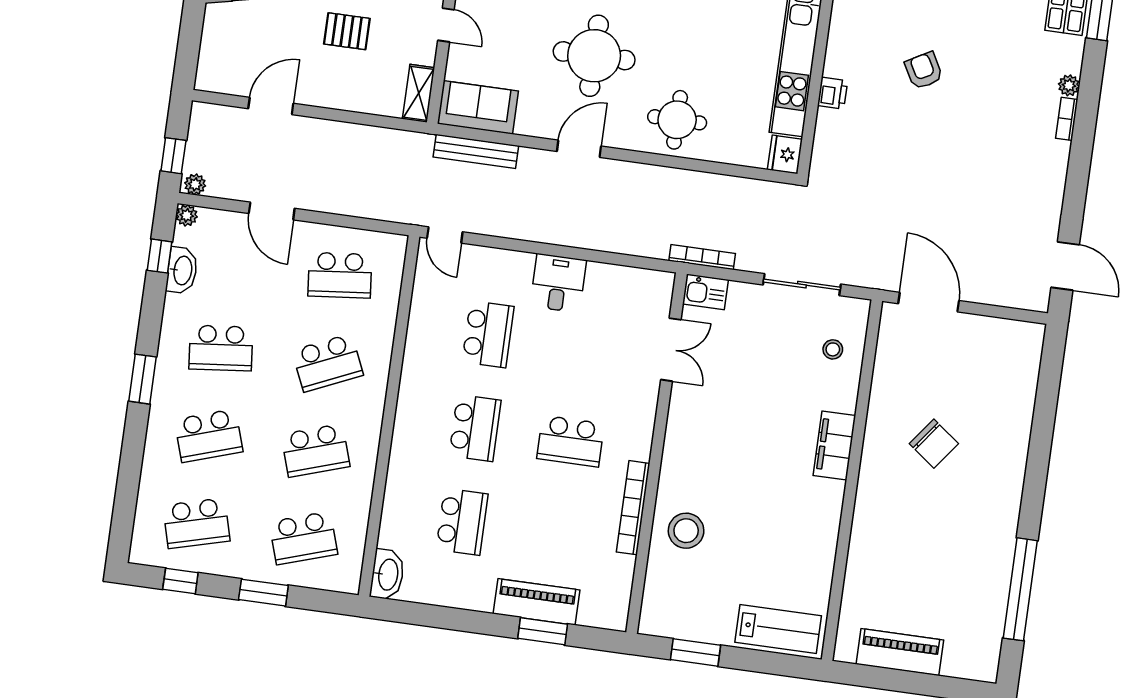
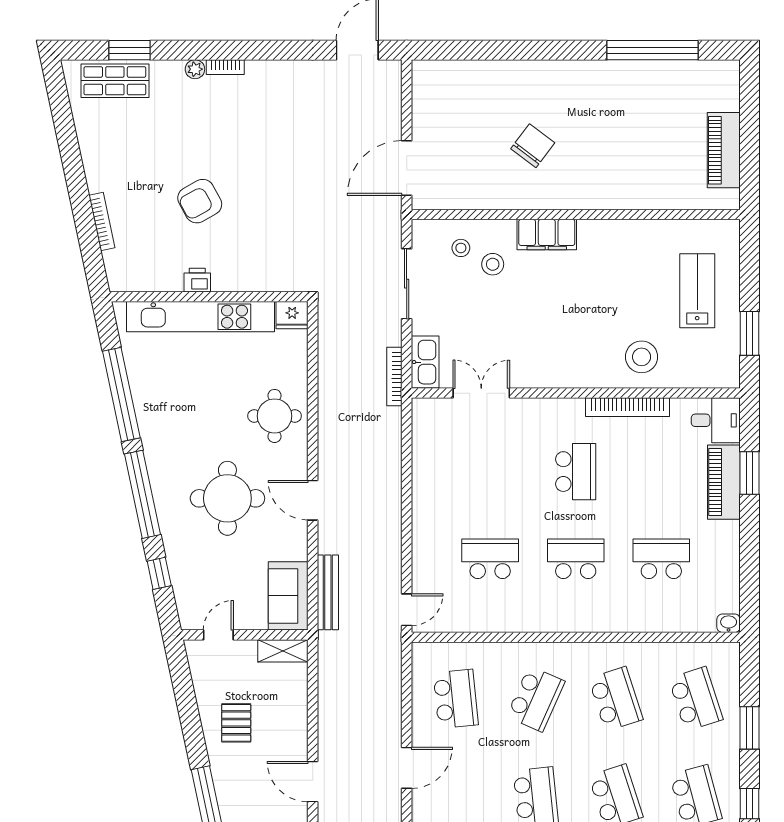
armchair: (924, 71) -> (200, 201), width x1.38, depth x1.38
printer: (832, 93) -> (197, 280), moved
desk: (558, 283) -> (716, 420), moved, turned 180
kitchen sink: (705, 292) -> (425, 362), width x1.38
school desk: (328, 363) -> (536, 699), turned 48
stool: (810, 382) -> (493, 264), added
washbasin: (387, 575) -> (729, 623), width x0.52, depth x0.69
lab bench: (778, 629) -> (697, 291), moved

